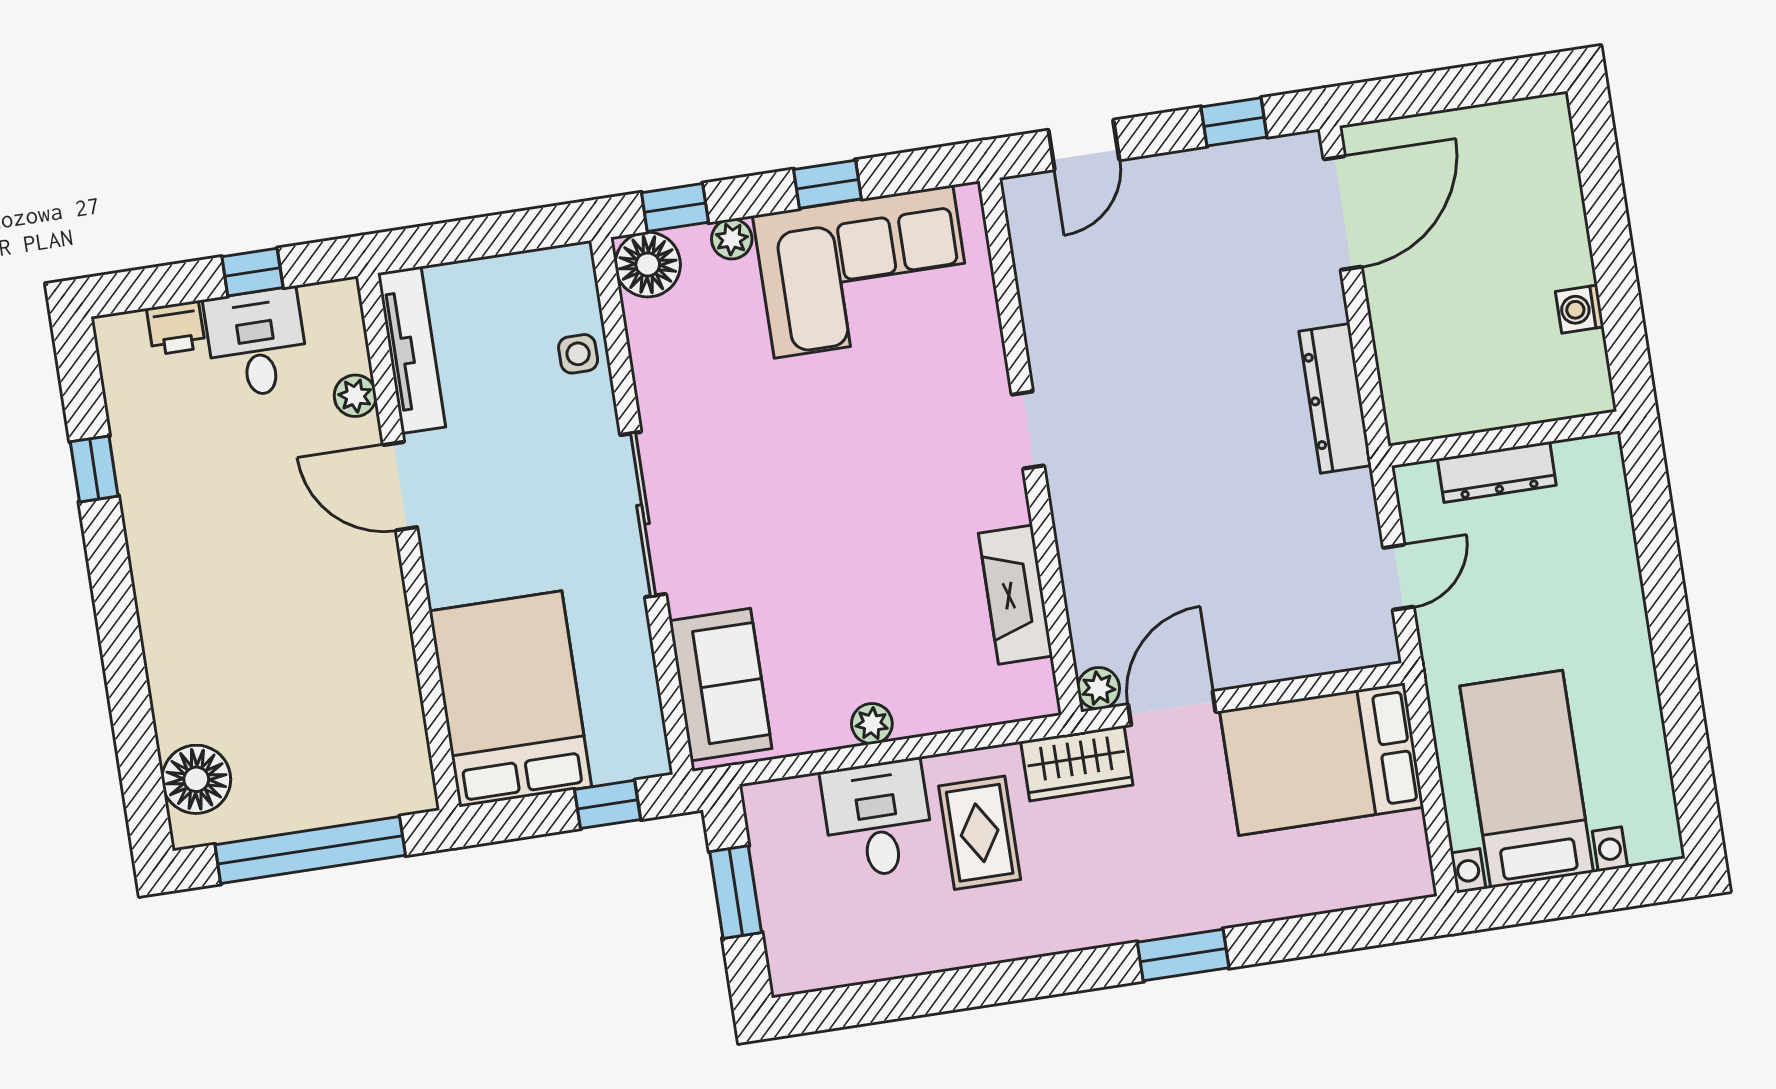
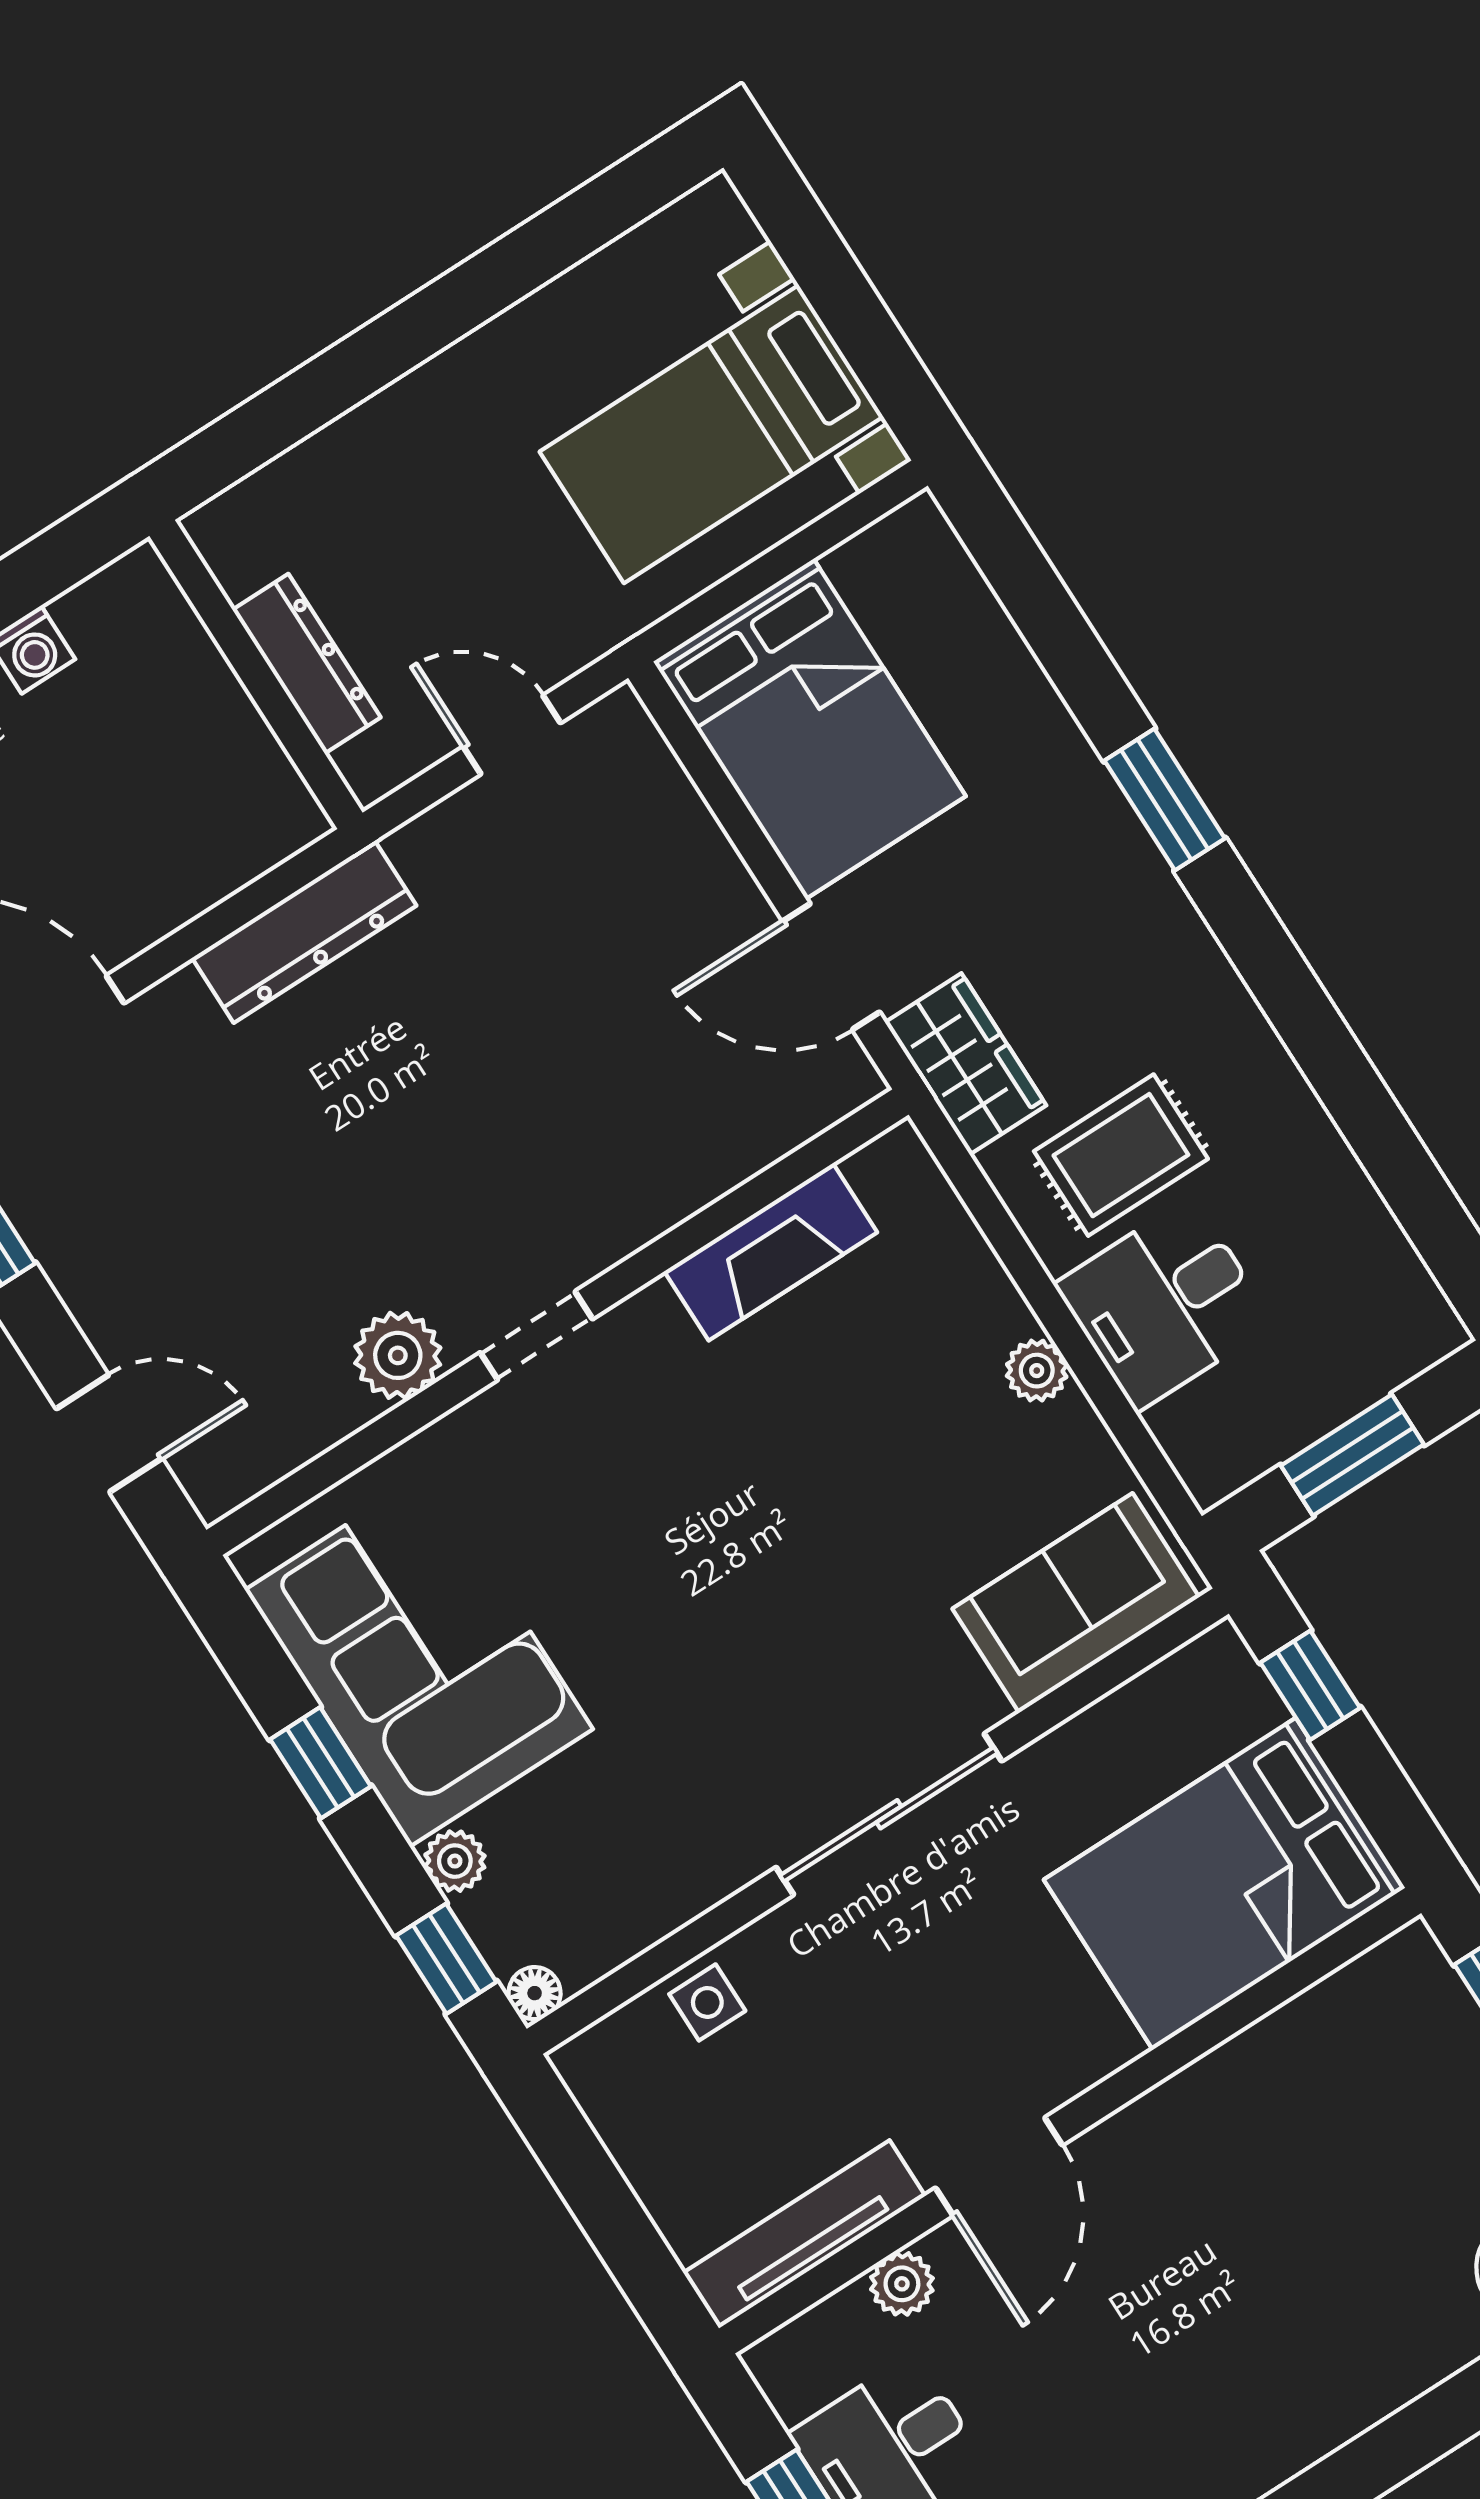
floor lamp: (648, 264) -> (535, 1993), width x0.53, depth x0.53
plant: (1099, 688) -> (398, 1355), moved, width x1.38, depth x1.38

